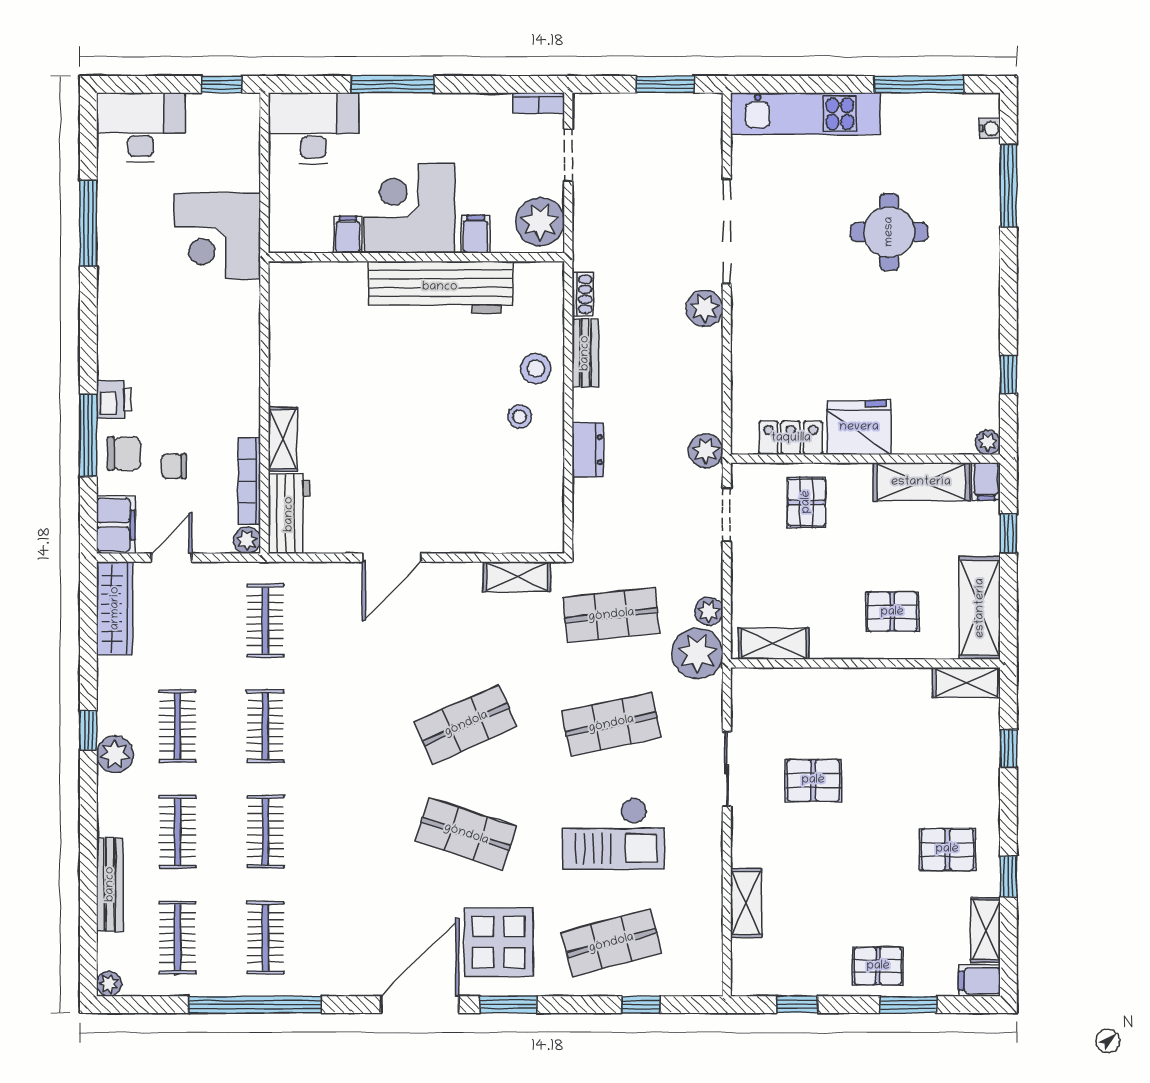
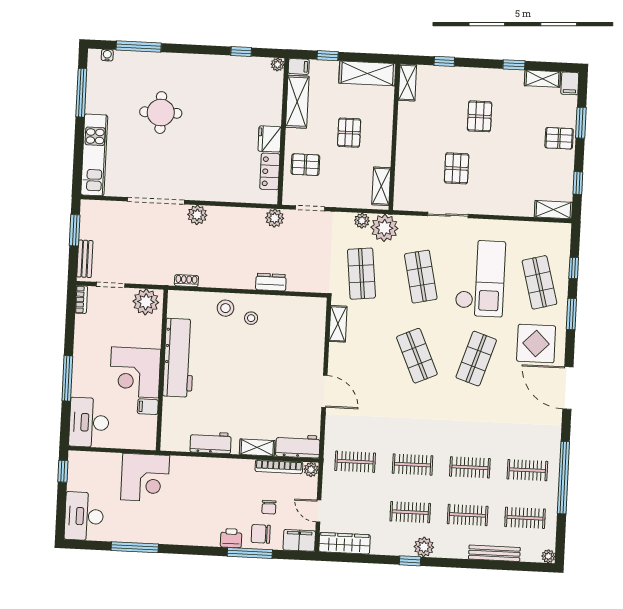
filing cabinet: (476, 234) -> (151, 337), removed
workbench: (287, 353) -> (211, 443), added
bench: (585, 353) -> (85, 259), moved, turned 90
fridge: (859, 427) -> (270, 139), width x0.73, depth x0.75
chair: (124, 454) -> (261, 534), turned -90
pallet: (892, 612) -> (349, 133), moved
checkout: (613, 834) -> (480, 278), width x1.36, depth x1.21
pallet: (947, 849) -> (480, 116), moved
shelving: (746, 903) -> (553, 210), moved
pallet: (878, 966) -> (559, 138), turned 90
window: (508, 1005) -> (571, 314), moved

